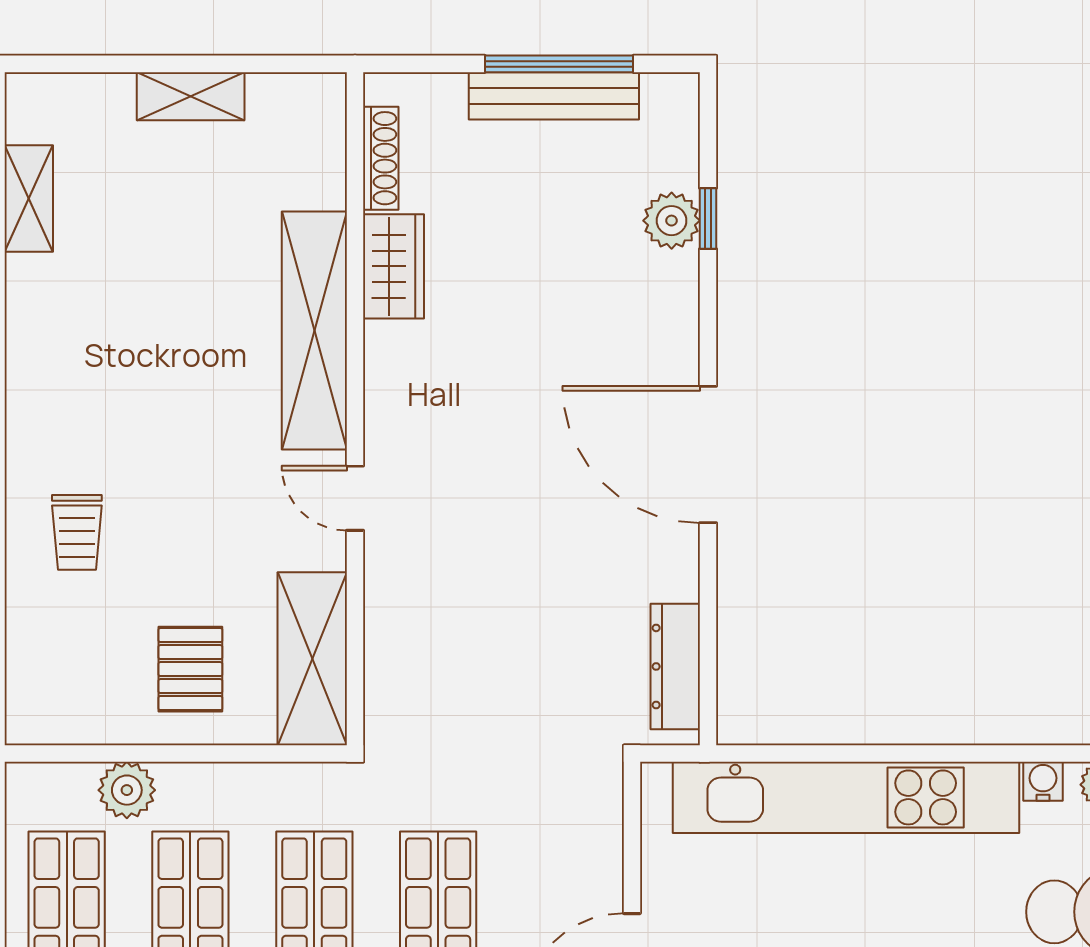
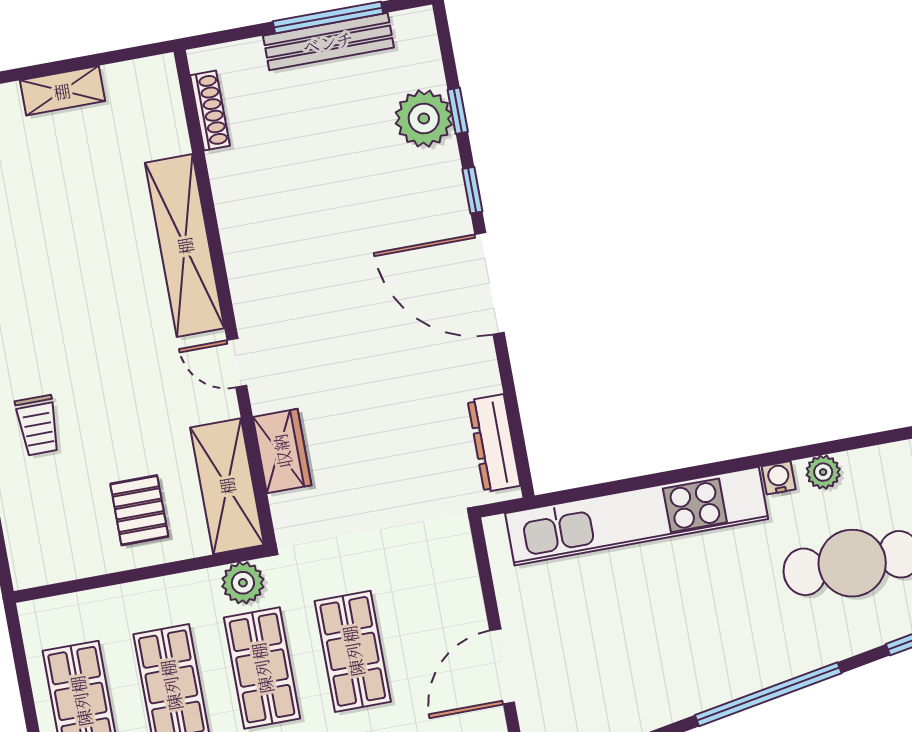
plant: (672, 221) -> (424, 118), width x1.36, depth x1.36
wardrobe: (393, 266) -> (282, 451), moved
window: (708, 327) -> (472, 190), added
plant: (127, 790) -> (243, 583), moved

